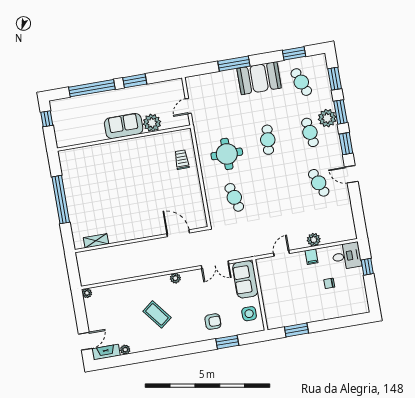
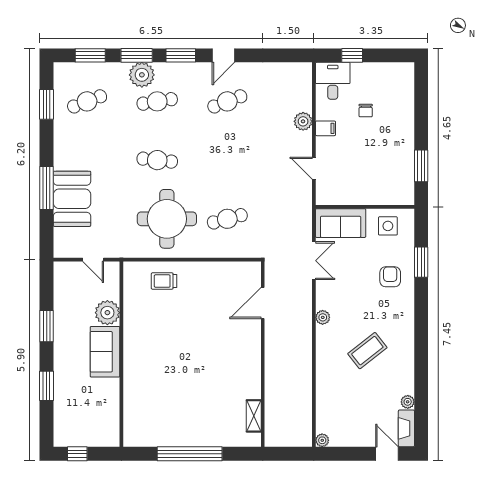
booth: (259, 78) -> (72, 199), moved
window: (92, 88) -> (47, 386), width x0.47
round table: (227, 154) -> (167, 219), width x1.36, depth x1.36

